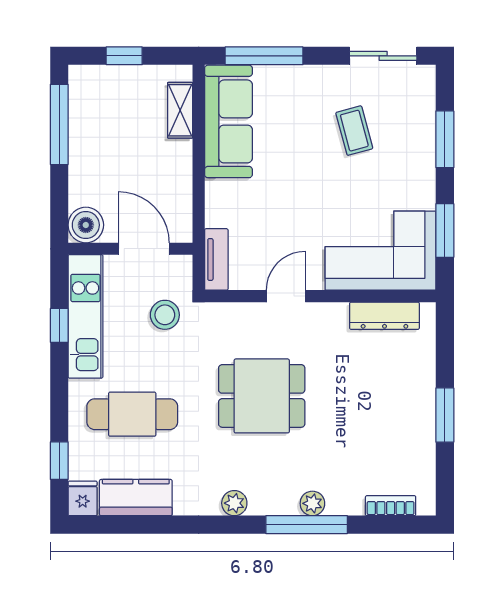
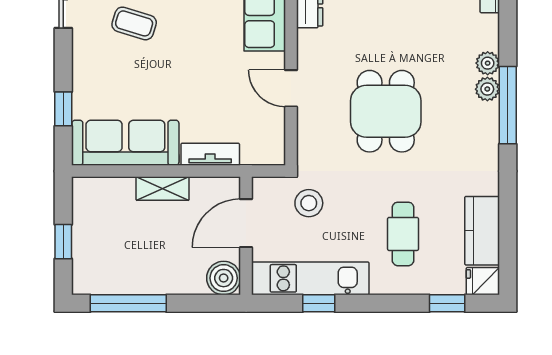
window: (264, 56) -> (63, 109), width x0.46
shelving: (180, 110) -> (163, 189), moved
coffee table: (354, 131) -> (134, 23), turned 32
tv unit: (216, 259) -> (210, 154), moved
cafe table: (132, 414) -> (403, 234), width x0.73, depth x0.74
plant: (234, 503) -> (487, 89), moved
window: (307, 525) -> (508, 105), moved

